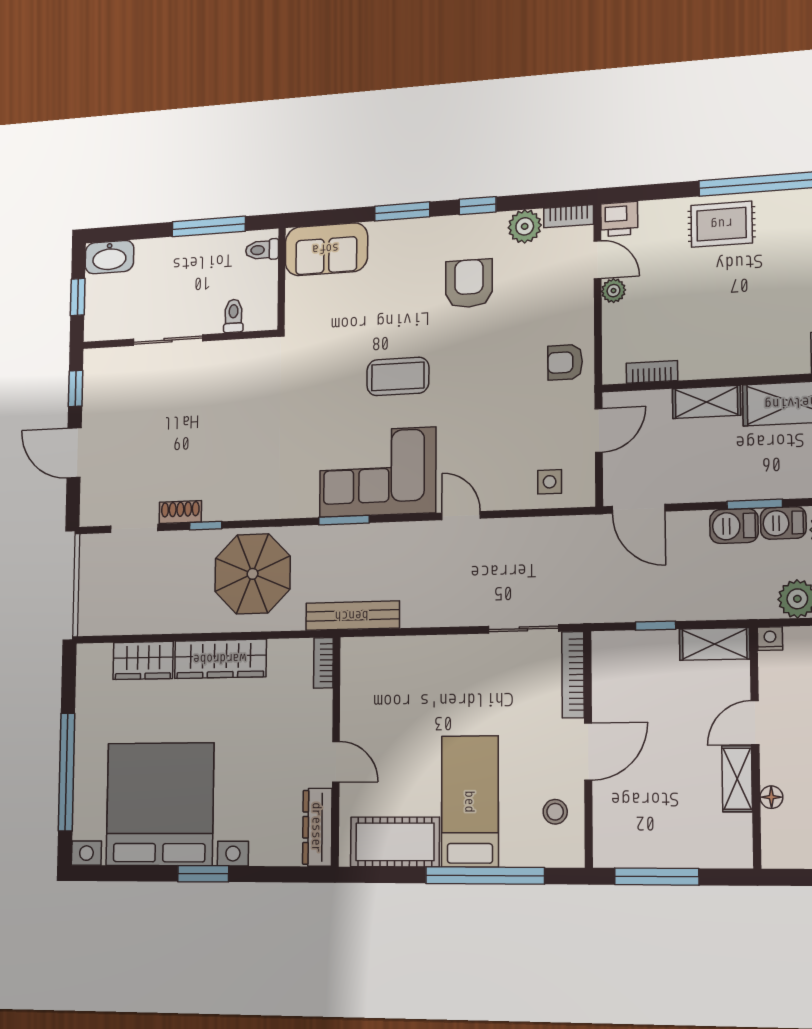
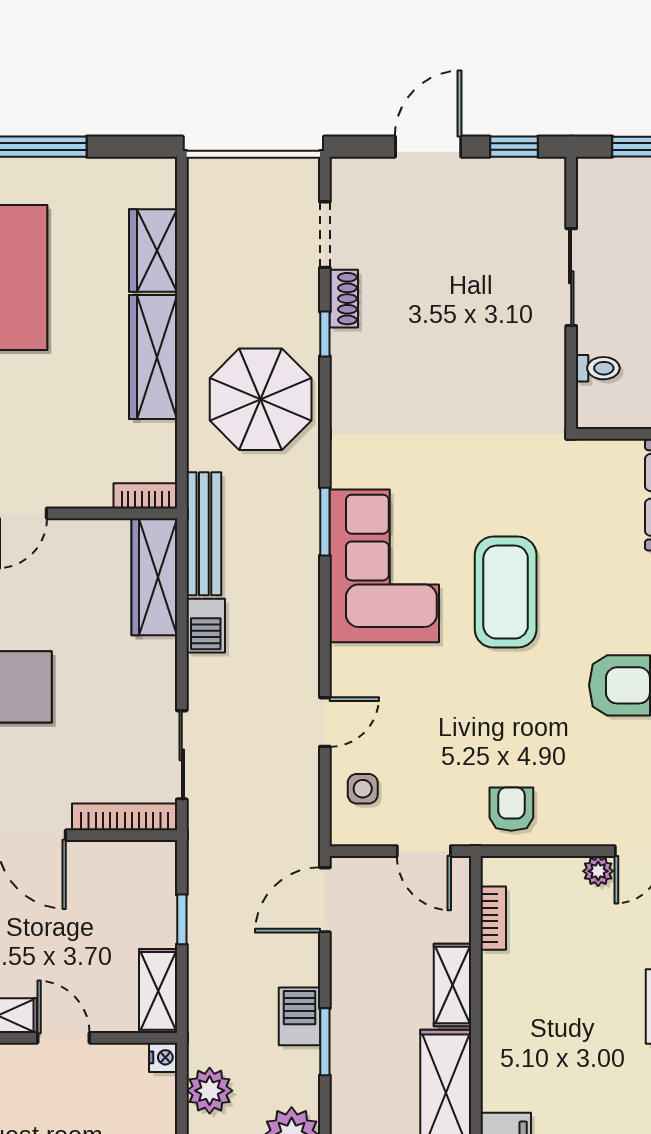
coffee table: (398, 376) -> (506, 592), width x1.36, depth x1.32
door: (461, 516) -> (325, 722), moved
barbecue: (783, 523) -> (206, 626), moved, turned 180
wardrobe: (385, 654) -> (154, 577), added

